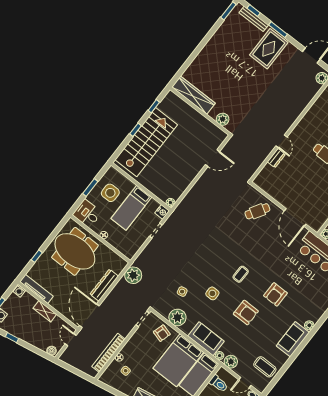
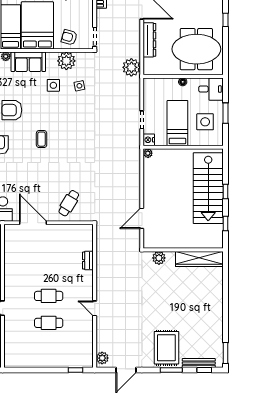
door: (281, 141) -> (95, 308), moved
side table: (212, 293) -> (53, 85), moved

